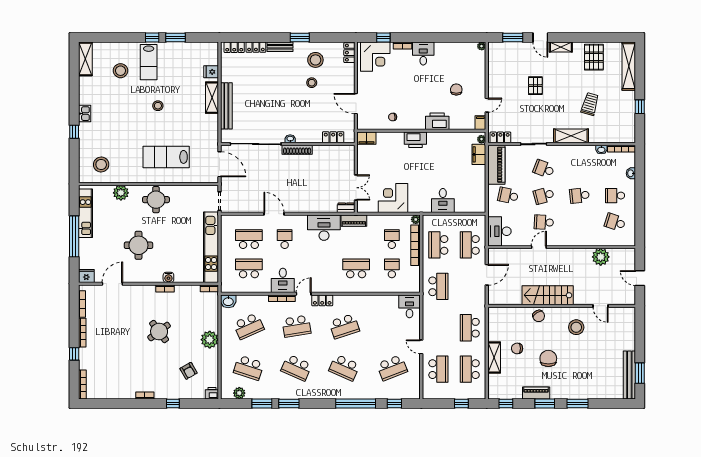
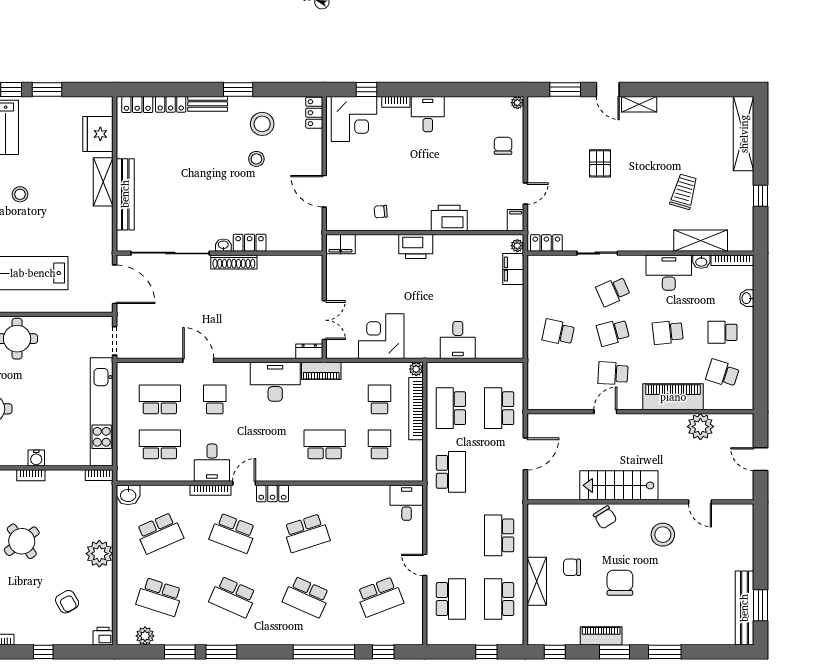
pallet: (594, 57) -> (690, 120), removed
fridge: (211, 72) -> (98, 134), width x1.88, depth x1.34
chair: (456, 90) -> (503, 146), moved
shelving: (571, 136) -> (701, 241), moved
locker: (333, 137) -> (250, 243), moved
piano: (496, 165) -> (673, 397), moved, turned -90
school desk: (544, 169) -> (613, 291), turned -45
desk: (499, 231) -> (669, 273), moved, turned 90
school desk: (296, 326) -> (233, 533), turned 30

